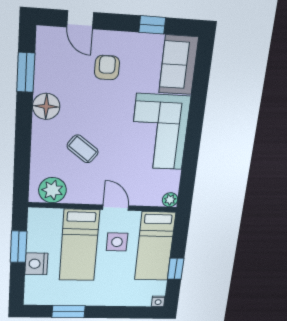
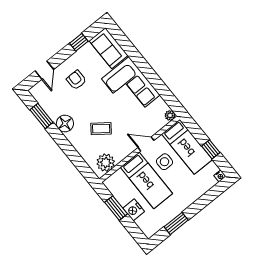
door: (80, 20) -> (44, 70), hinge flipped

